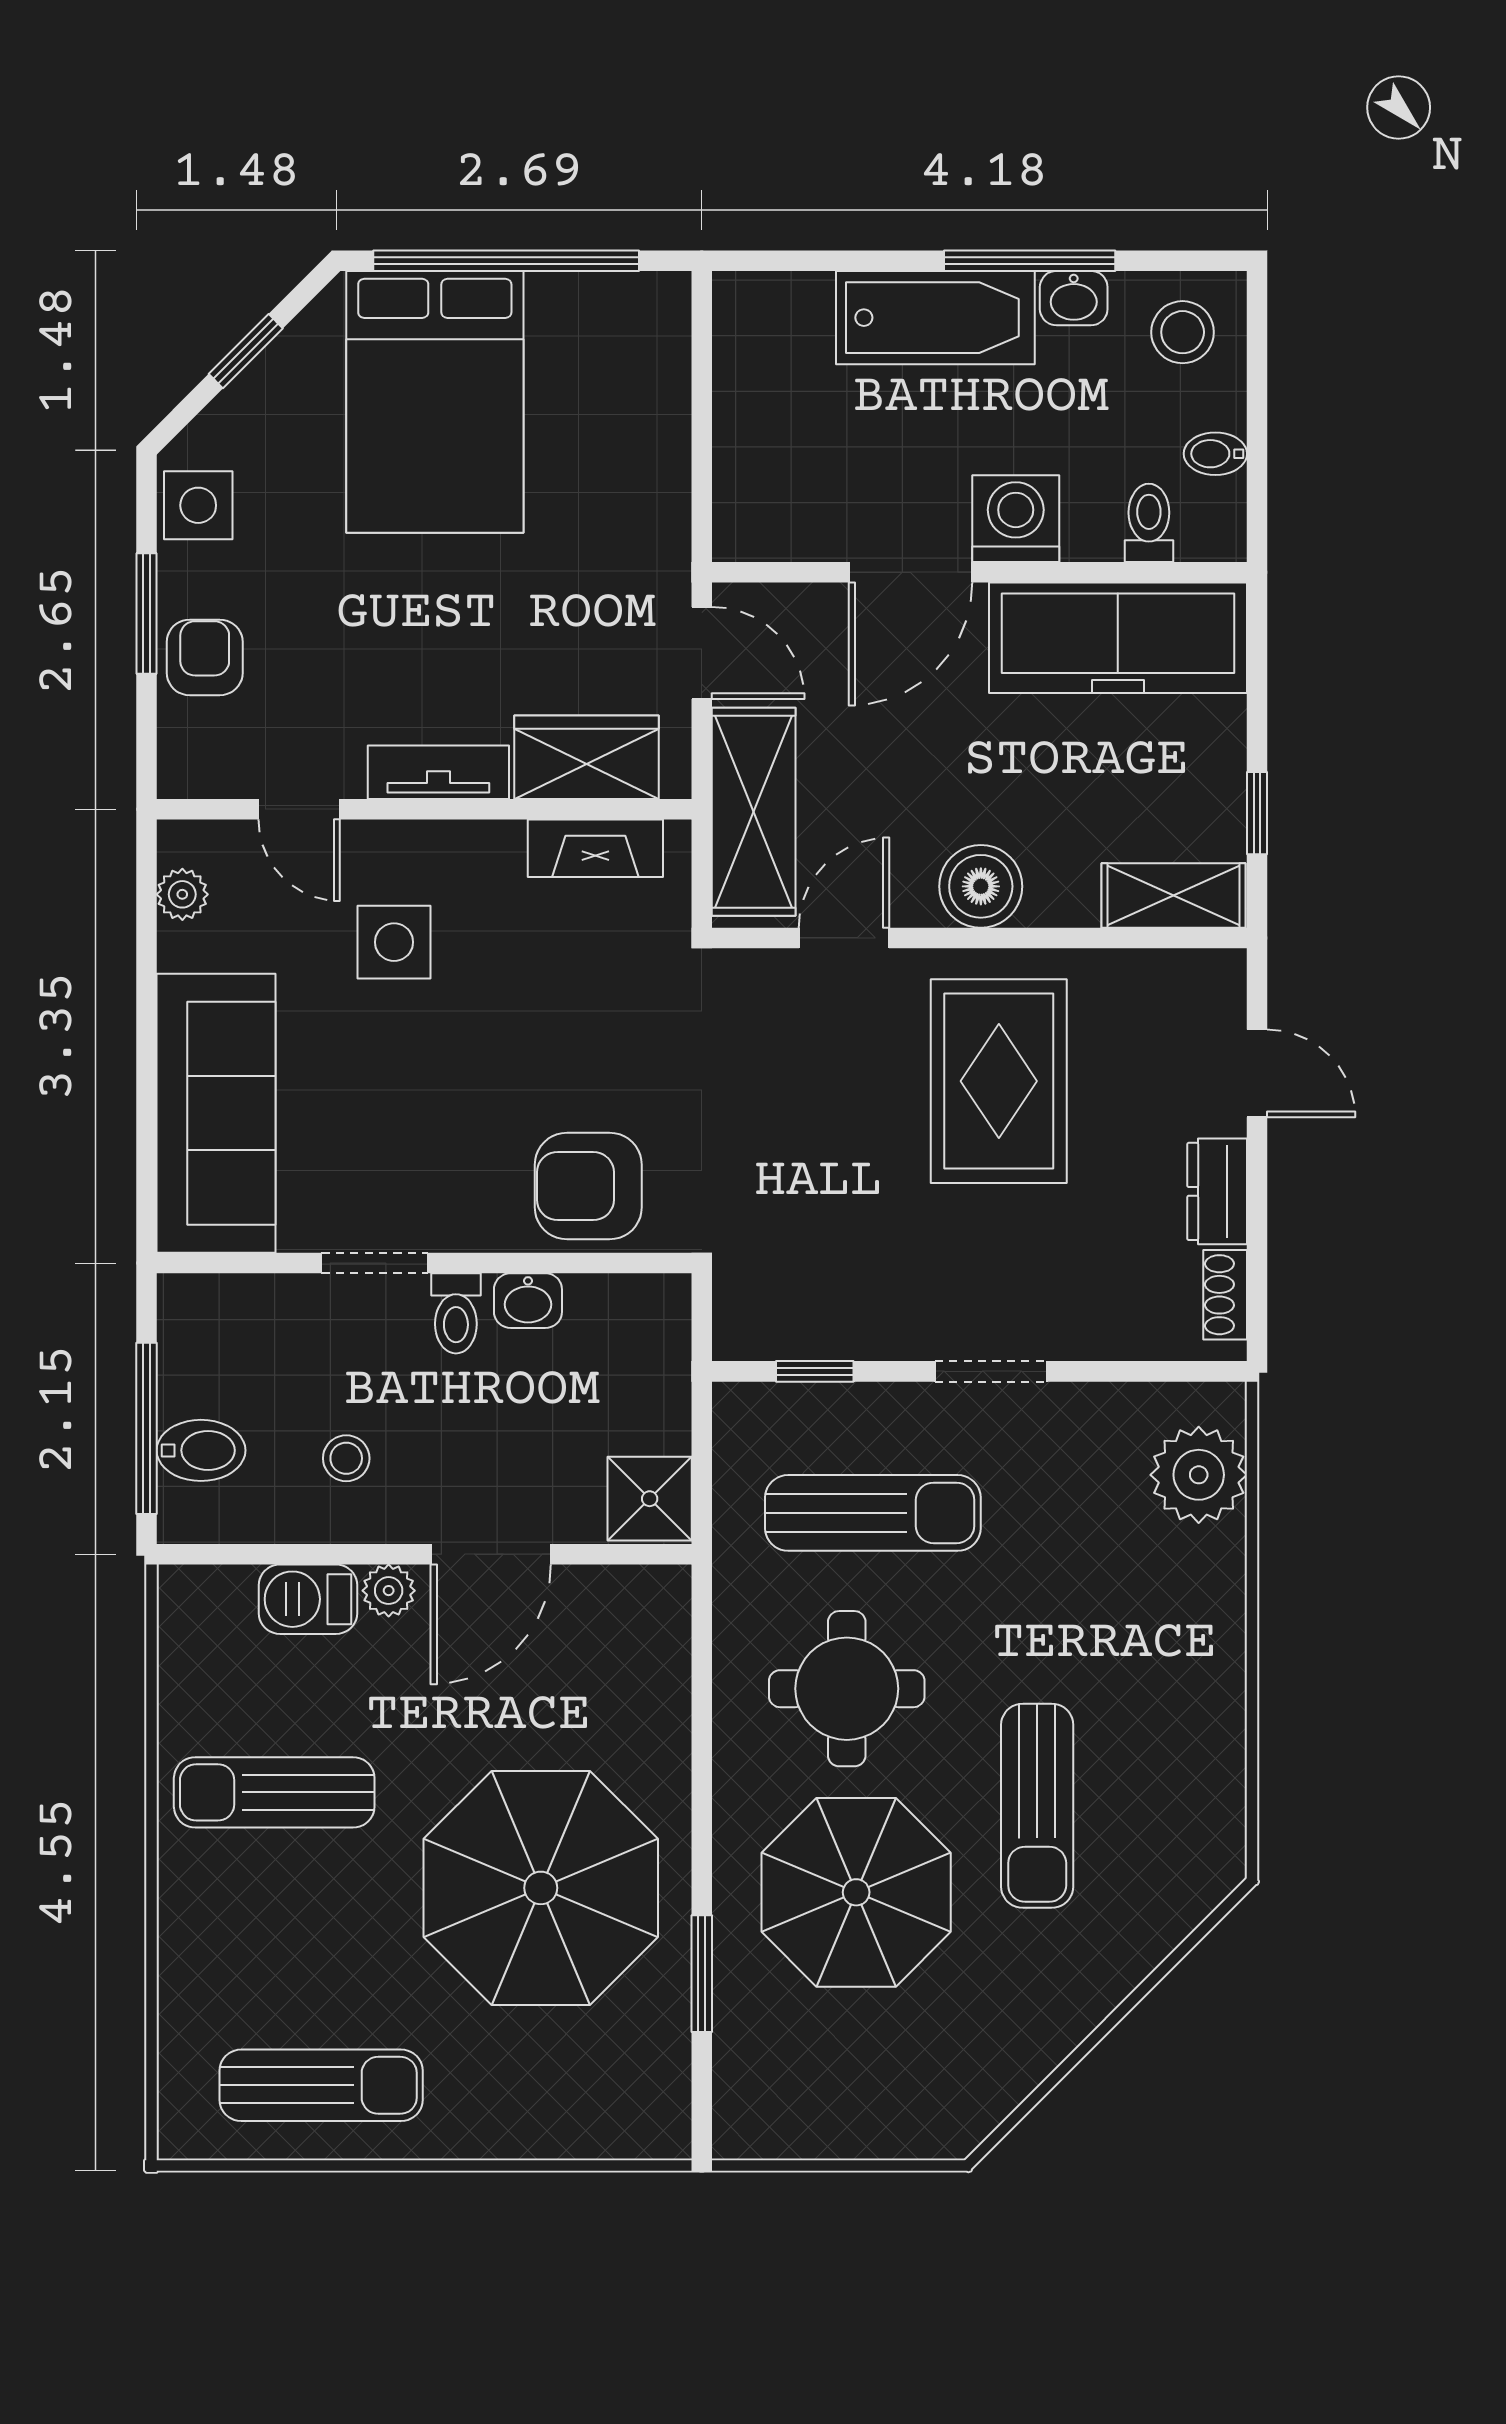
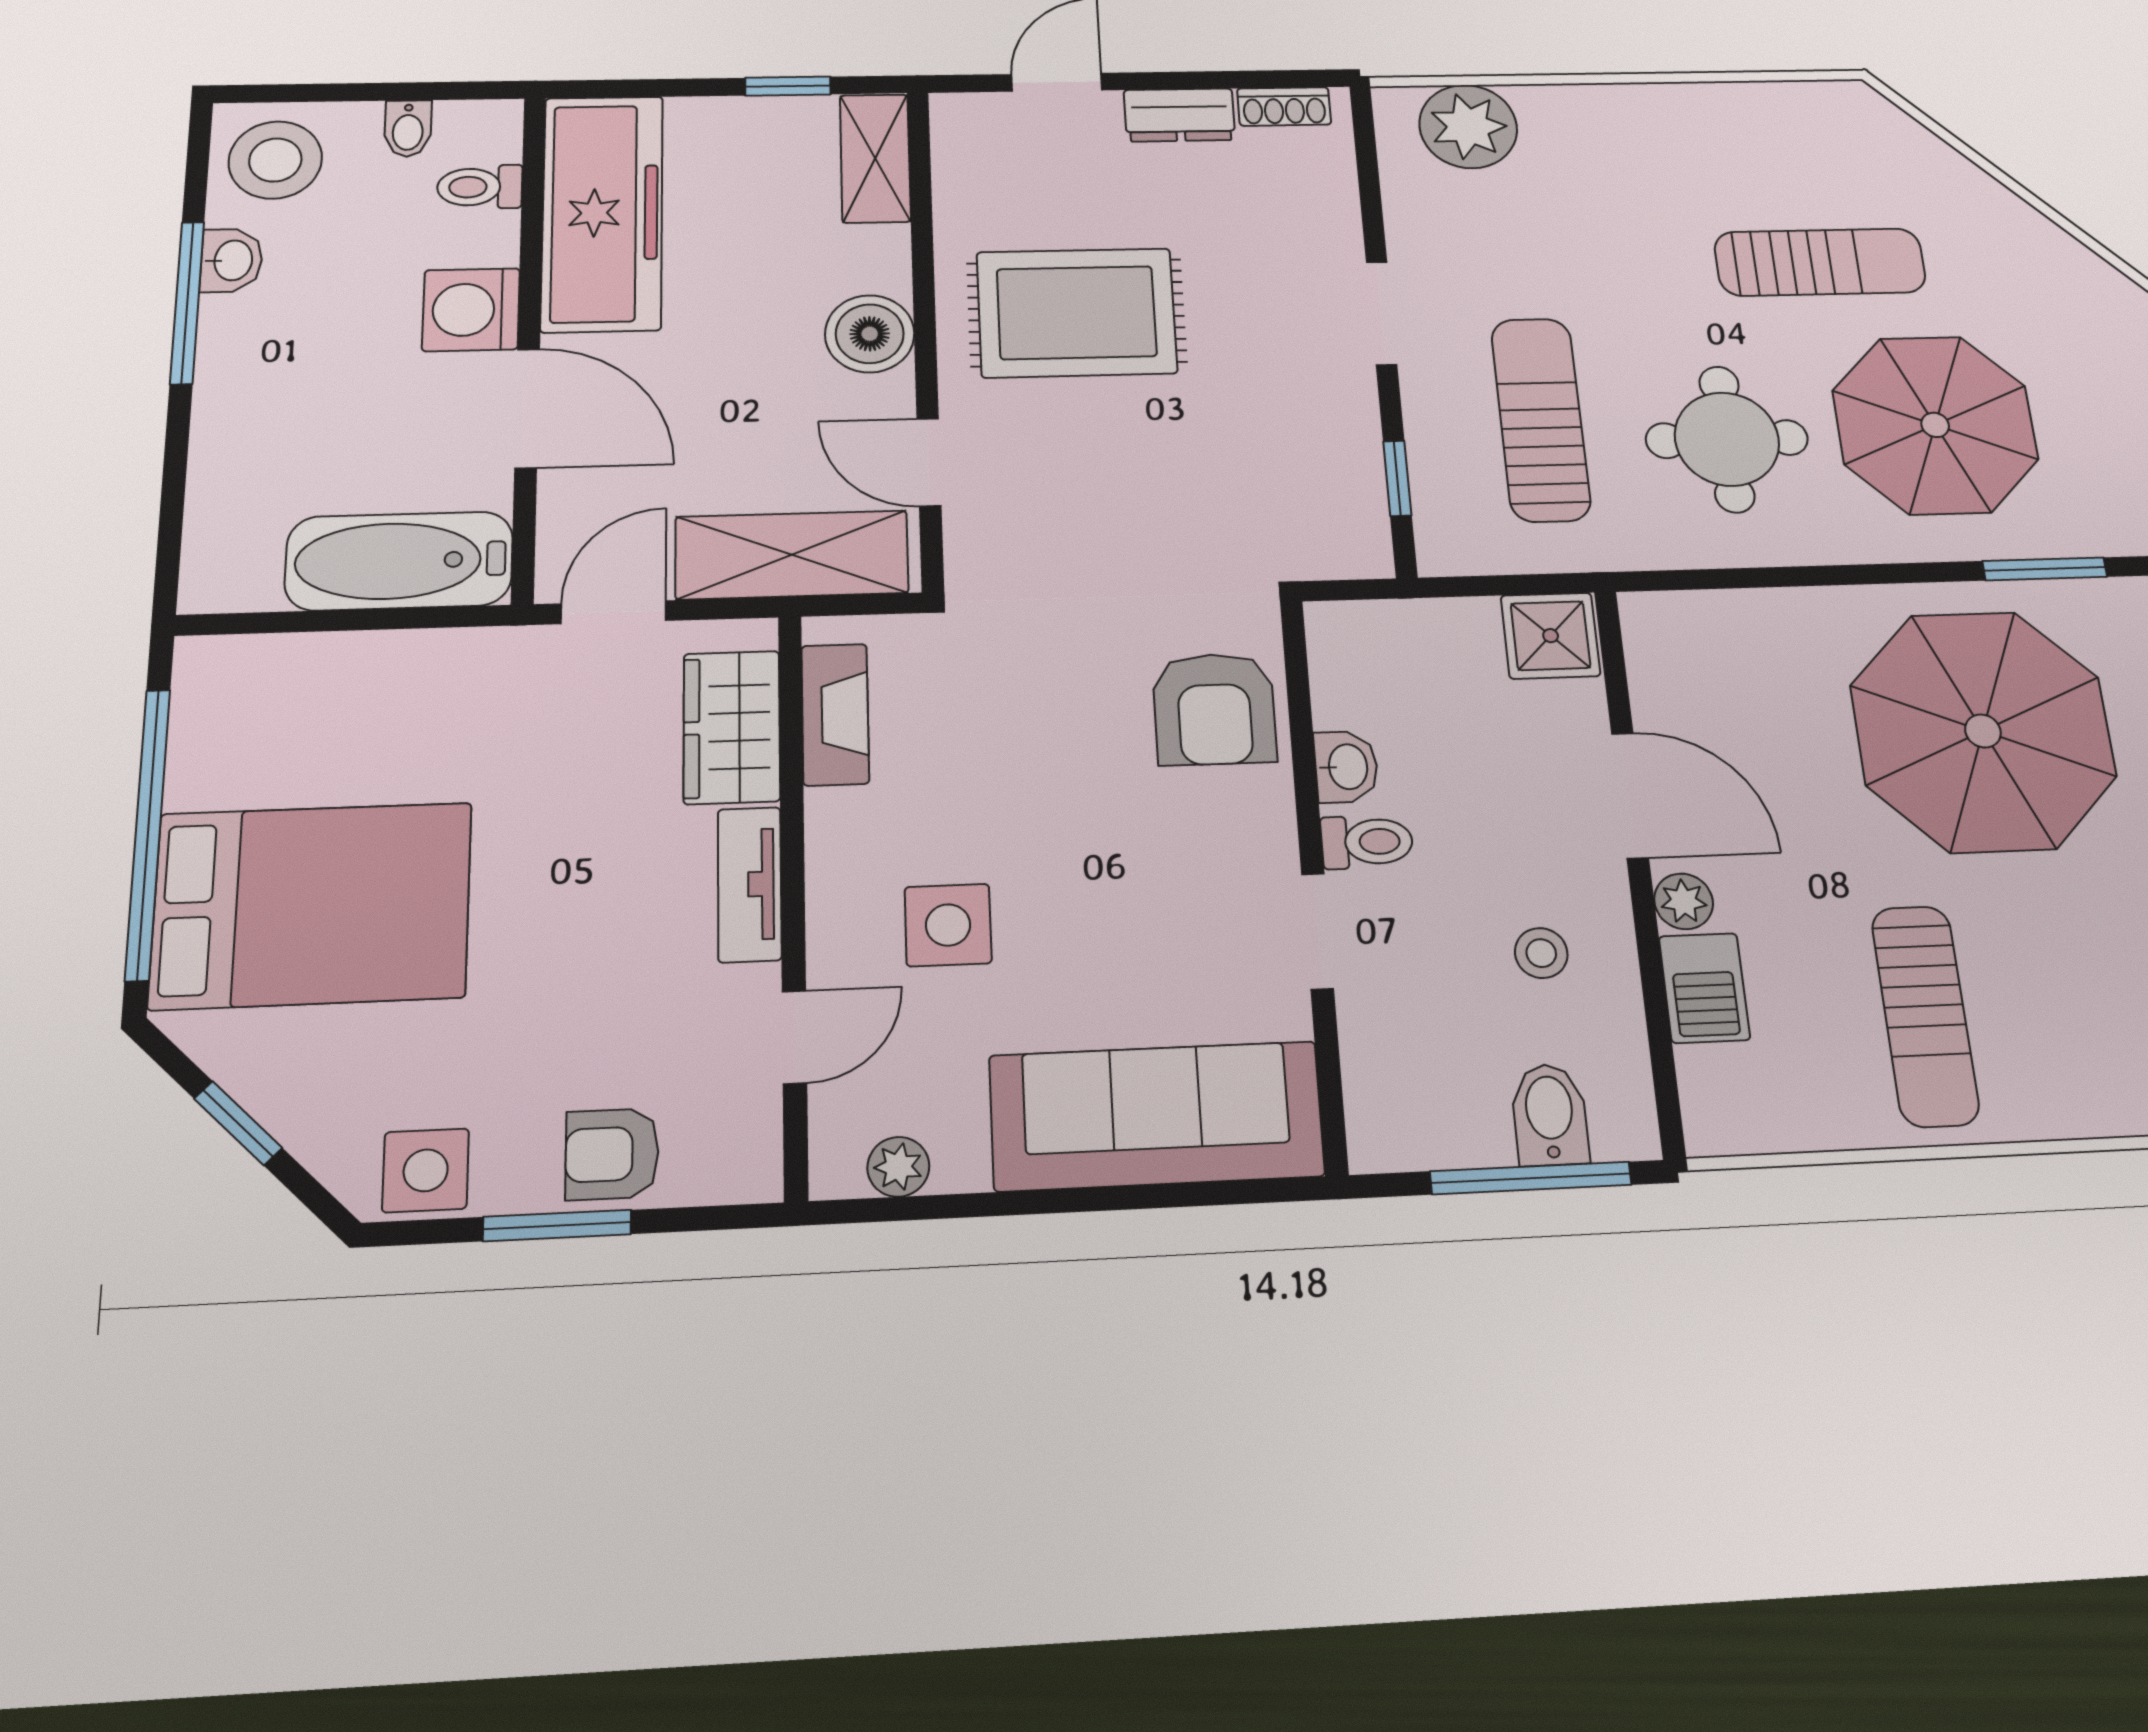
bathtub: (935, 318) -> (399, 561), moved, turned -90
stool: (1183, 332) -> (275, 160), width x1.38, depth x1.38

